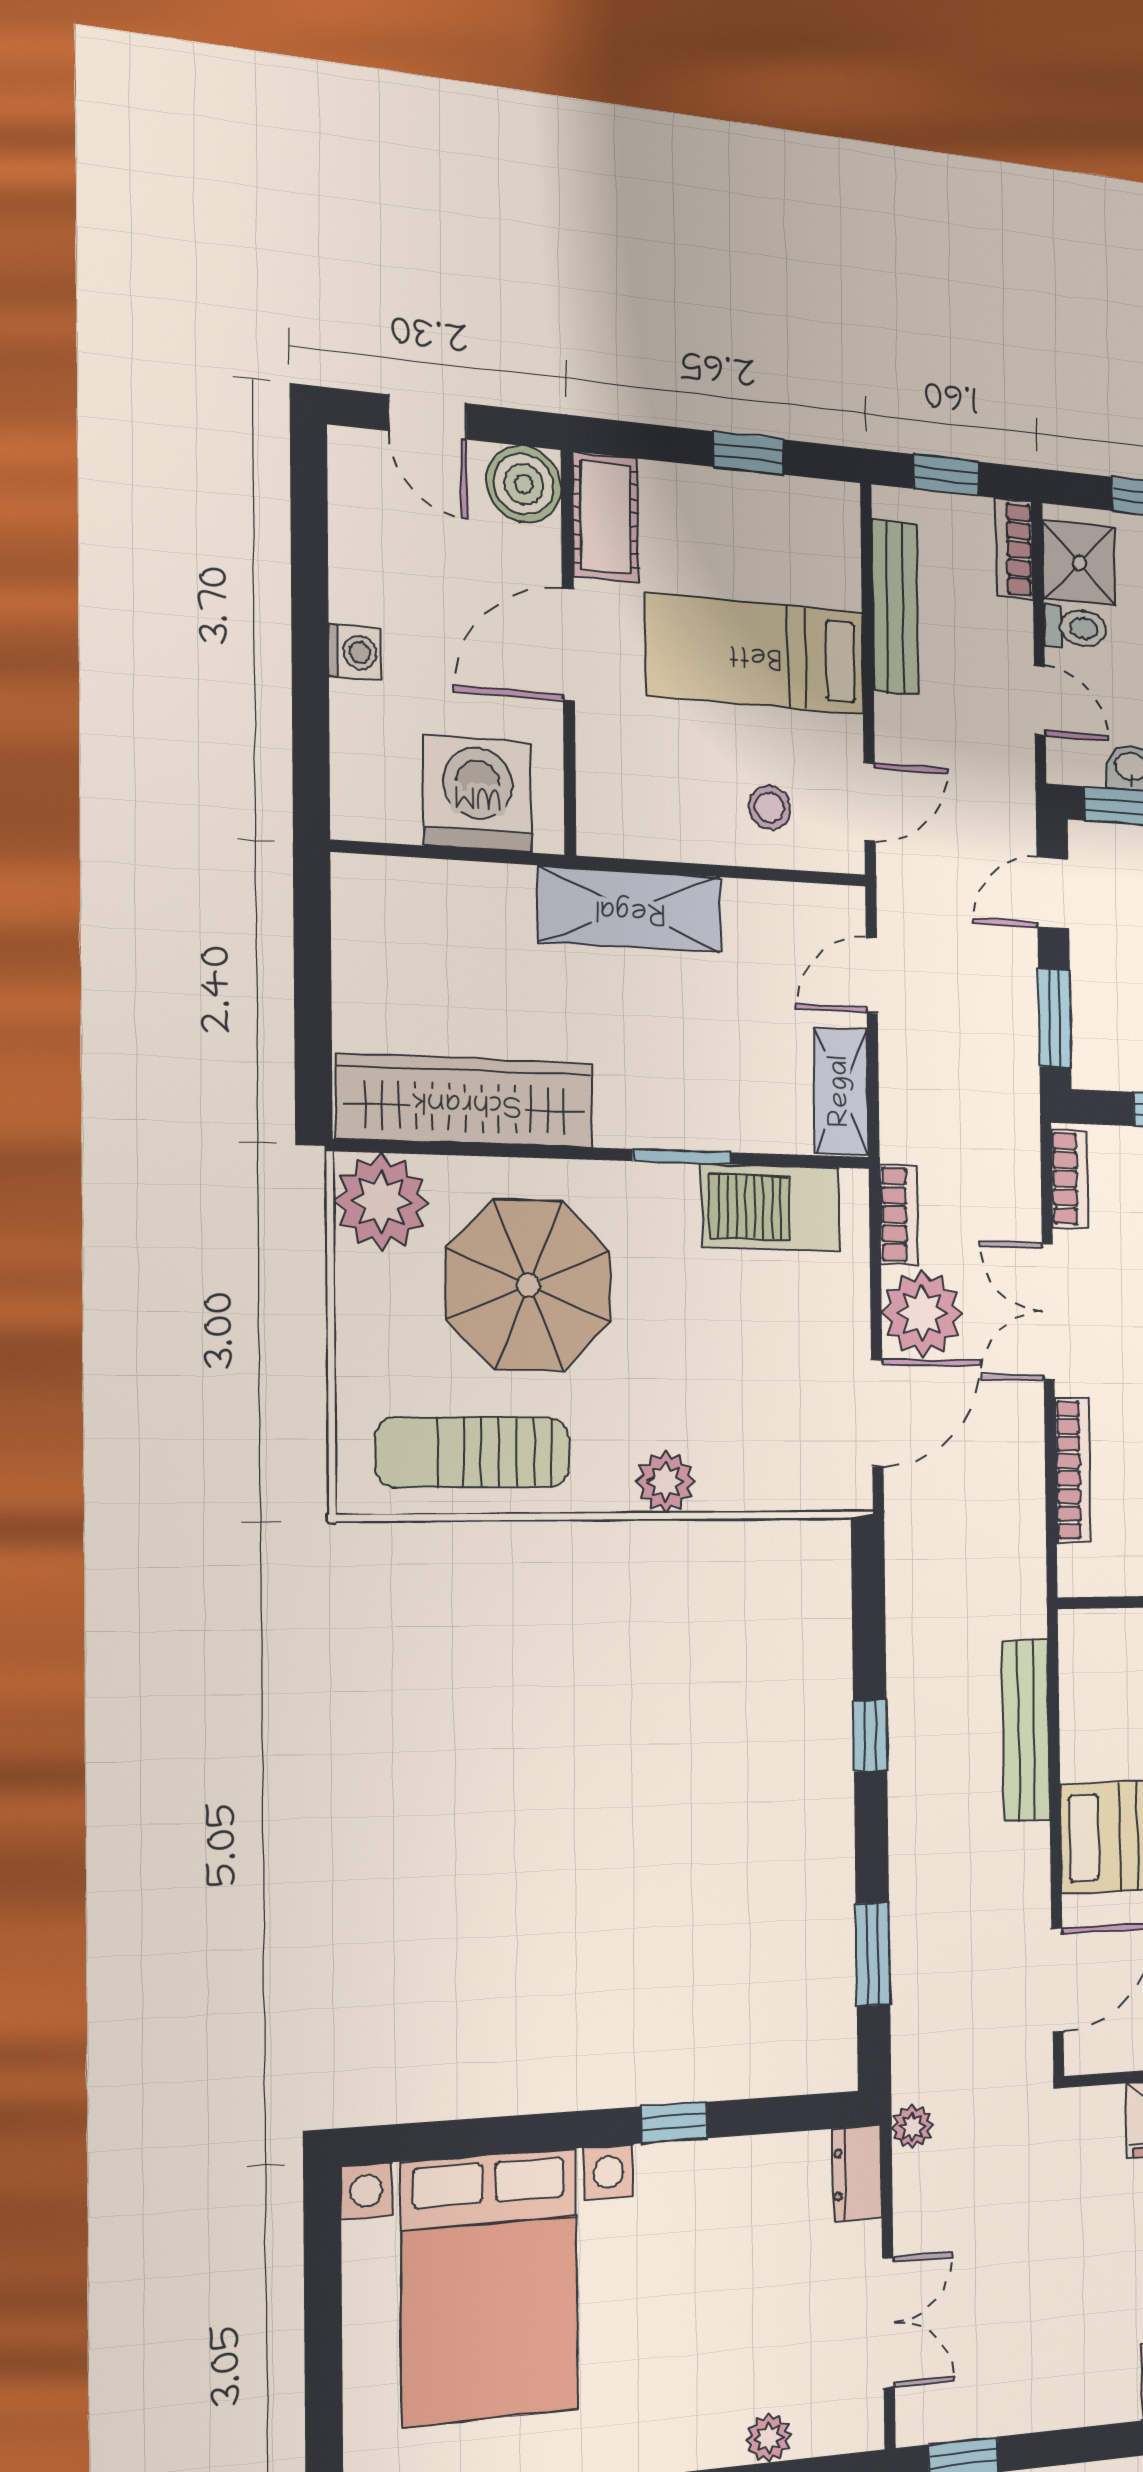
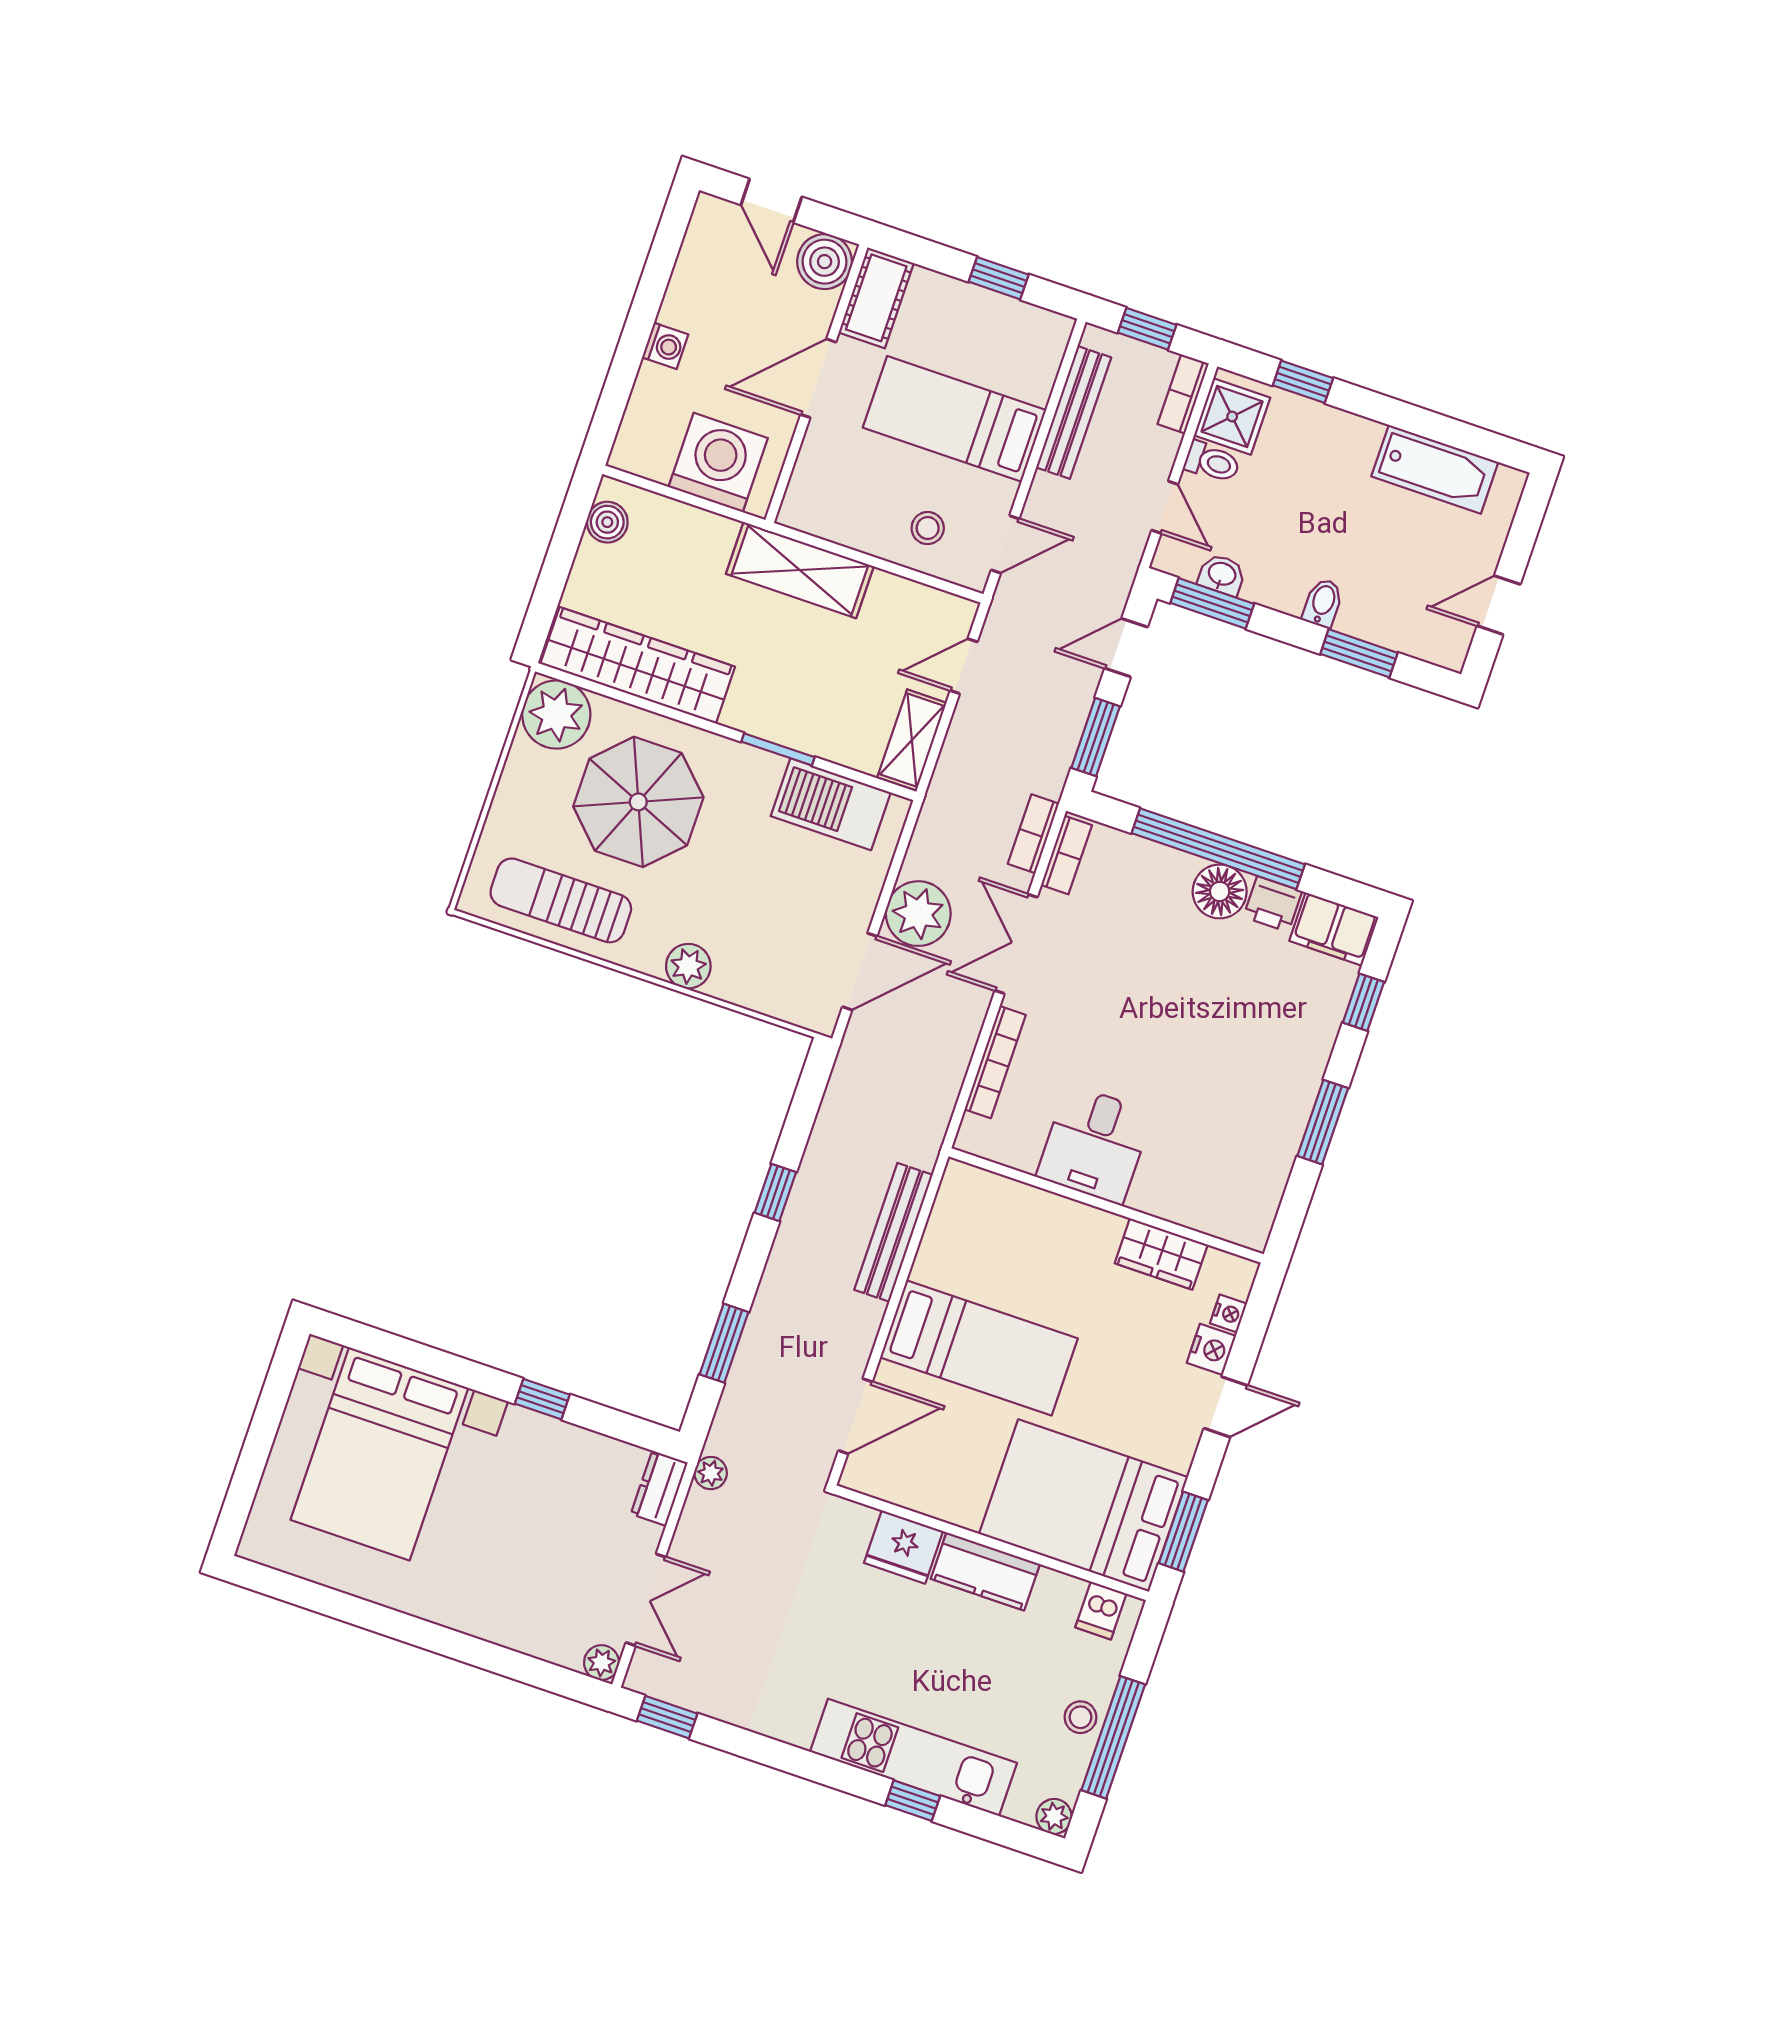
boiler: (360, 917) -> (607, 522), added
bookcase: (899, 1215) -> (1033, 834), moved, turned 180
plant: (769, 2438) -> (601, 1663), moved

